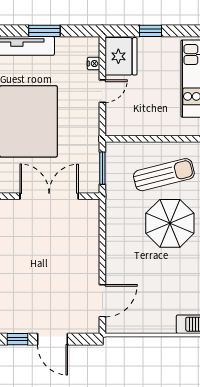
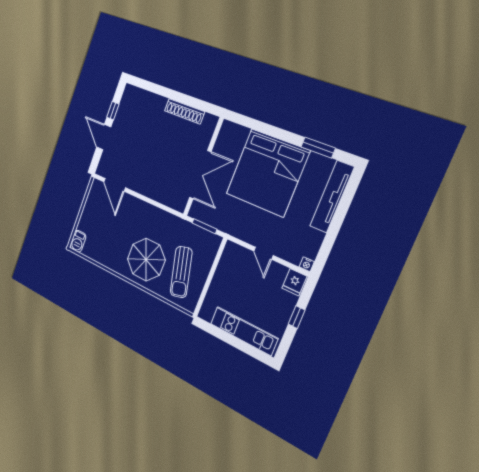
window: (44, 31) -> (335, 226), removed
fridge: (121, 56) -> (294, 282), width x0.53, depth x0.75
nightstand: (93, 64) -> (307, 264), moved
door: (52, 339) -> (104, 137), hinge flipped

